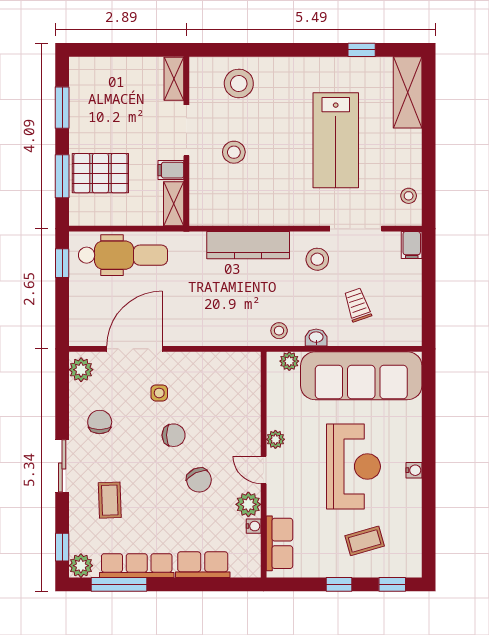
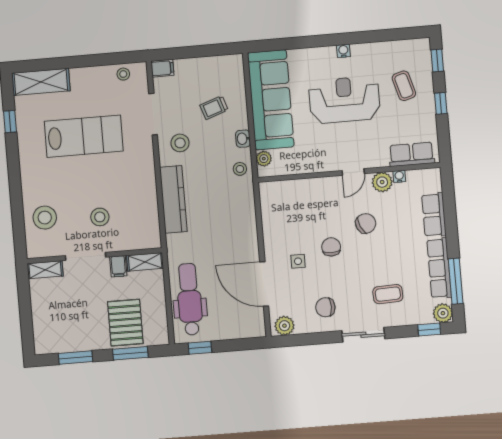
plant: (275, 439) -> (328, 164), removed

